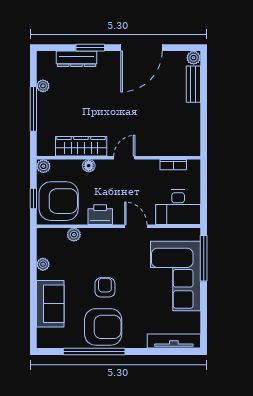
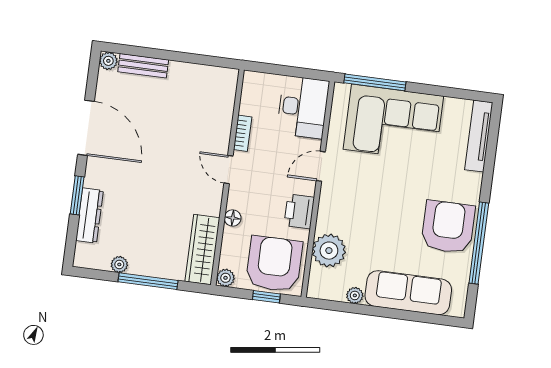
wardrobe: (81, 146) -> (202, 250), moved
bookcase: (173, 165) -> (243, 133), moved
plant: (74, 235) -> (329, 251), width x1.88, depth x1.88
armchair: (105, 287) -> (396, 218), removed
sofa: (50, 304) -> (408, 293), width x1.36

